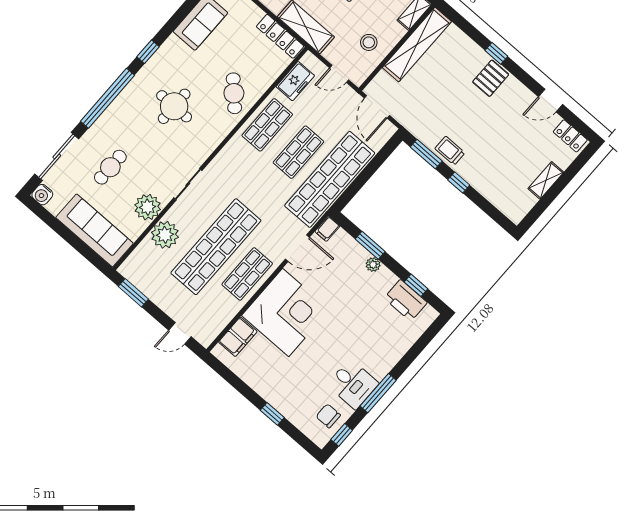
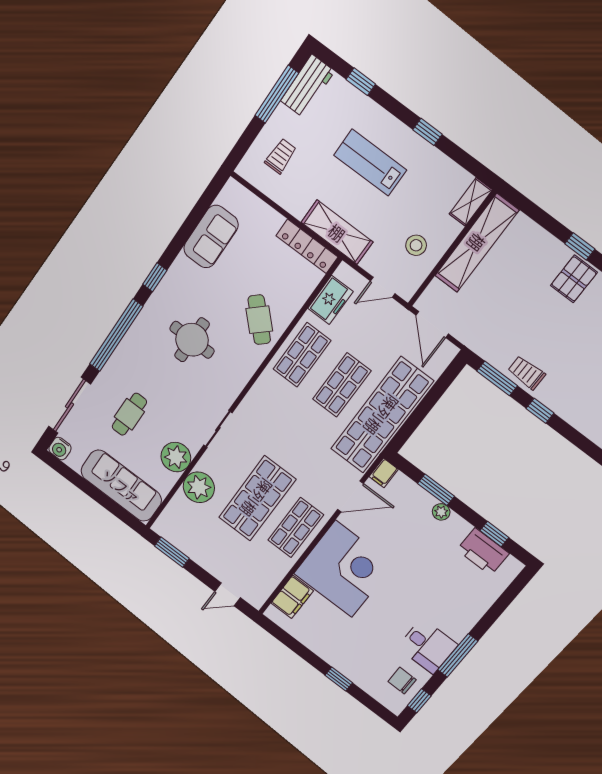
shop shelf: (216, 247) -> (257, 498), width x0.71

